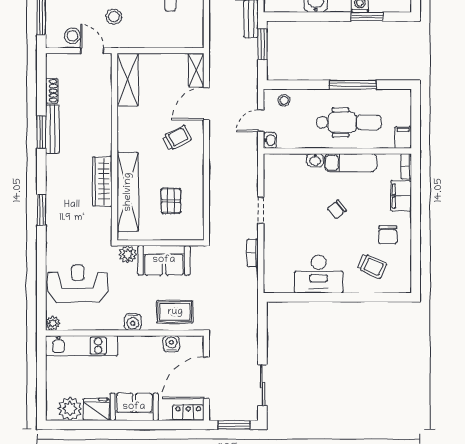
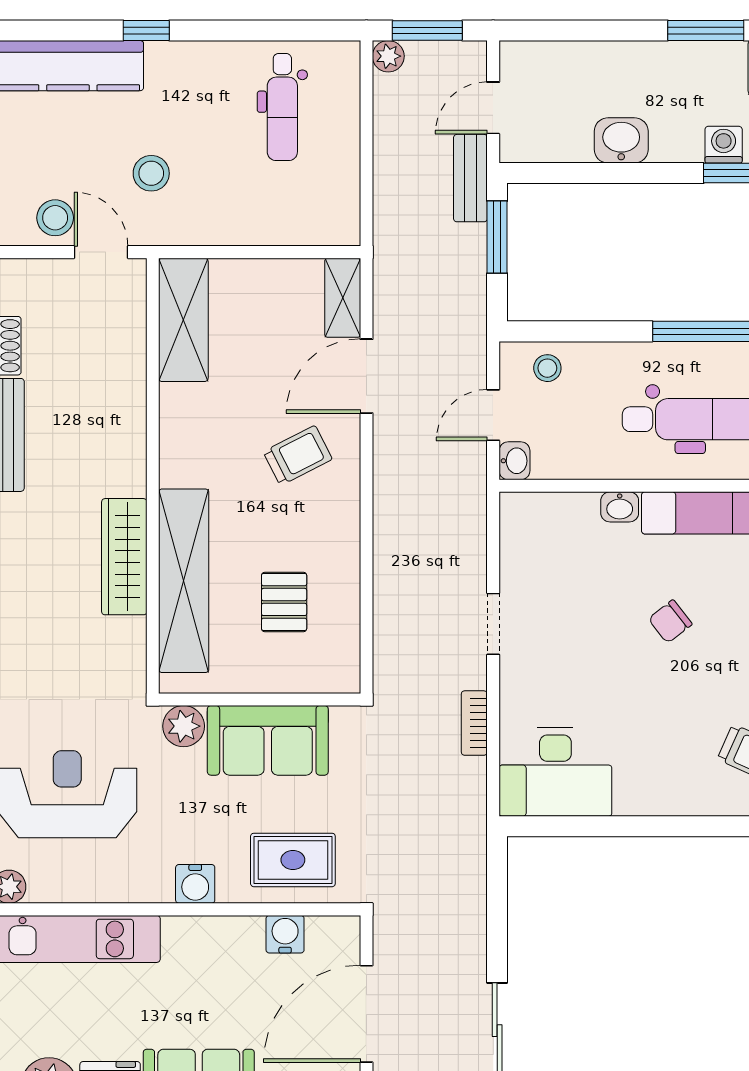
desk: (319, 274) -> (555, 772), moved

